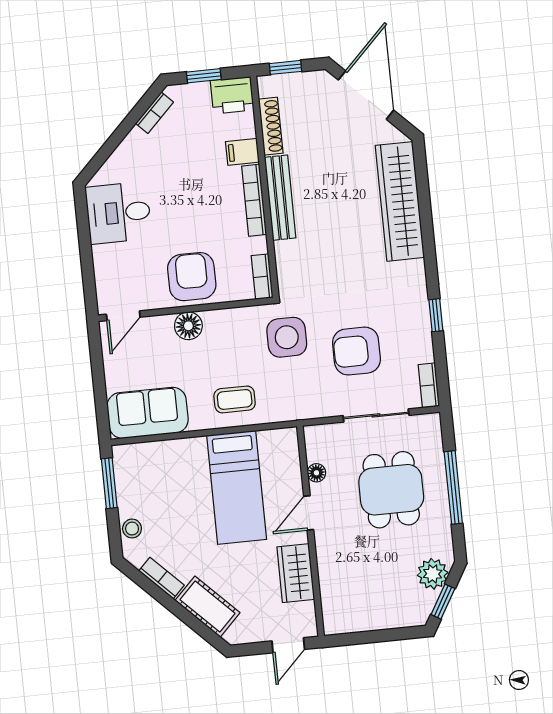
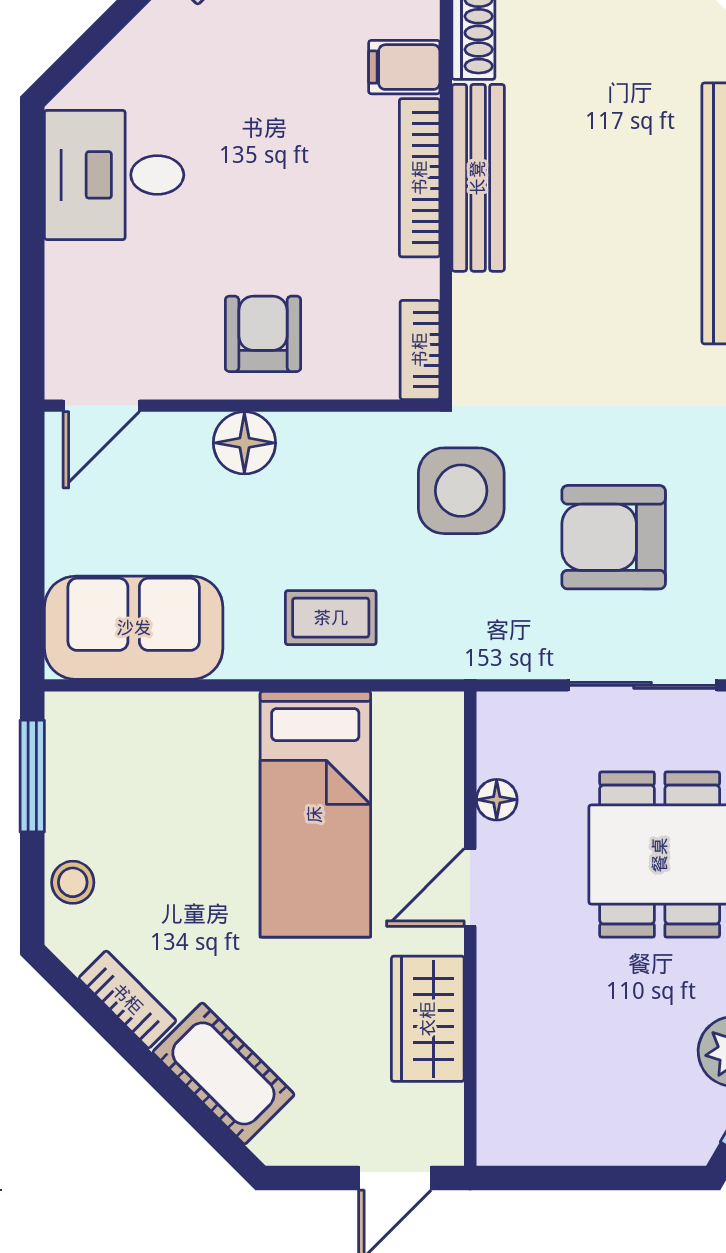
armchair: (192, 277) -> (263, 334), width x0.72, depth x0.72

